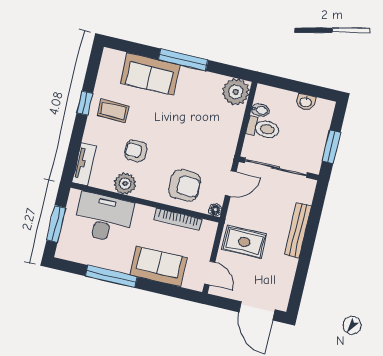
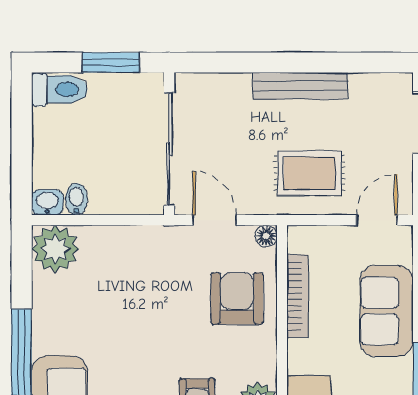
washbasin: (306, 102) -> (47, 202), moved, turned -90
toilet: (263, 128) -> (59, 89), moved, turned 90
bench: (298, 230) -> (300, 86), moved
rug: (244, 242) -> (310, 173), turned 90

